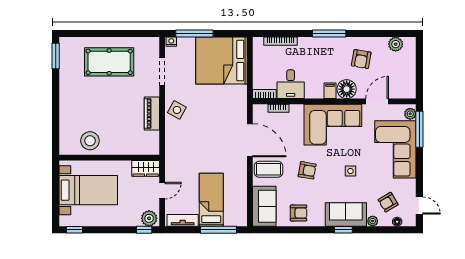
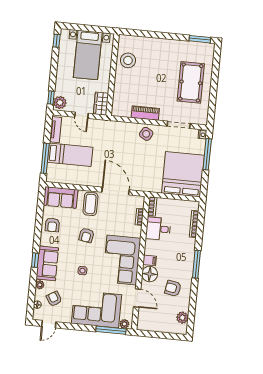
door: (250, 140) -> (116, 191), swing flipped

